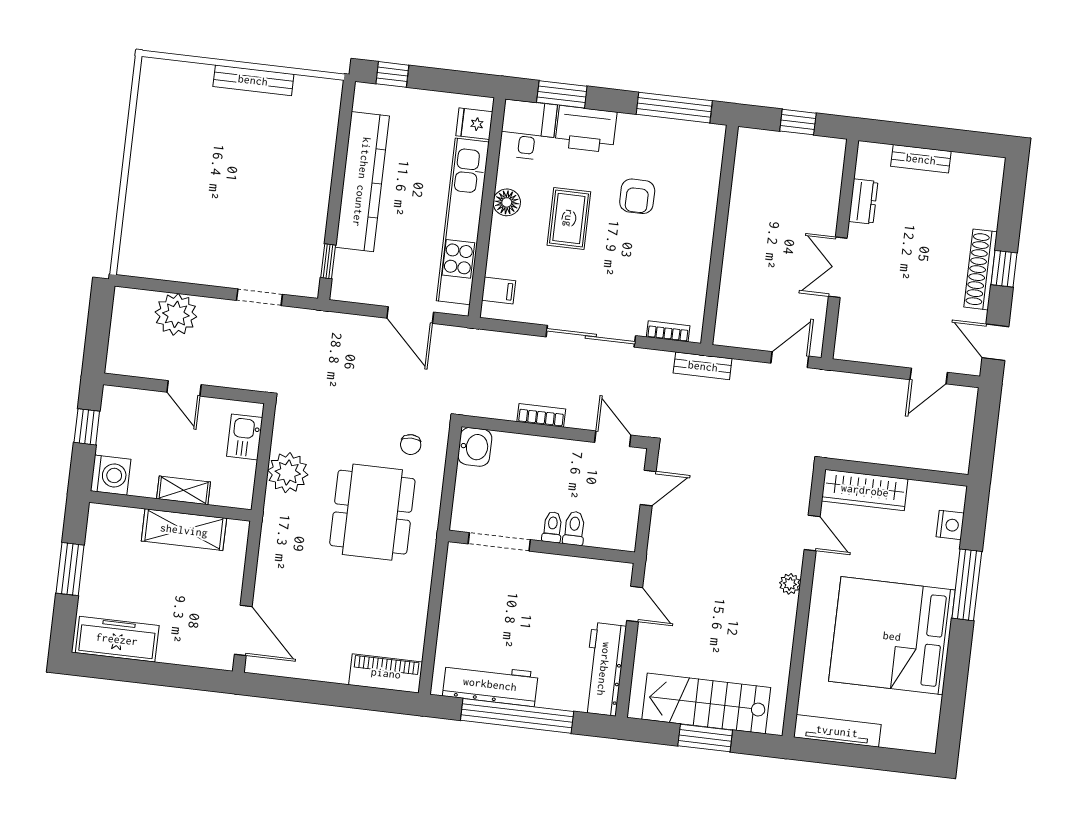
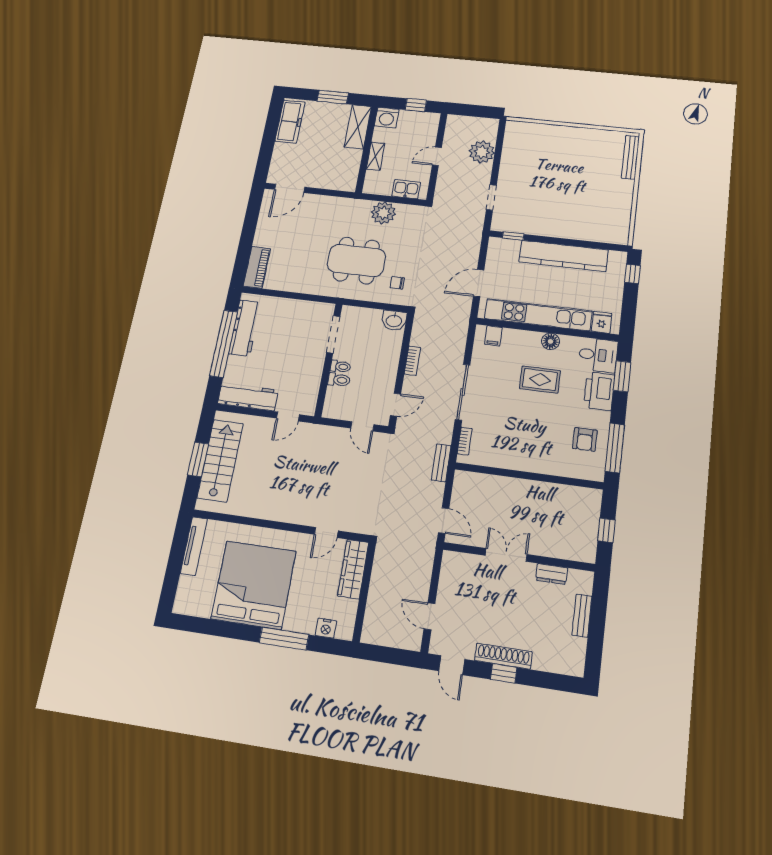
bench: (253, 80) -> (630, 157), moved
armchair: (637, 196) -> (585, 439), moved, turned -90
door: (995, 342) -> (452, 665), swing flipped
shelving: (184, 530) -> (358, 127), moved
plant: (790, 584) -> (294, 517), removed

